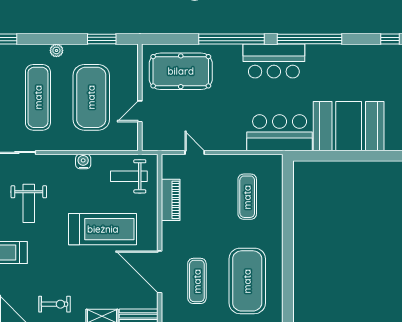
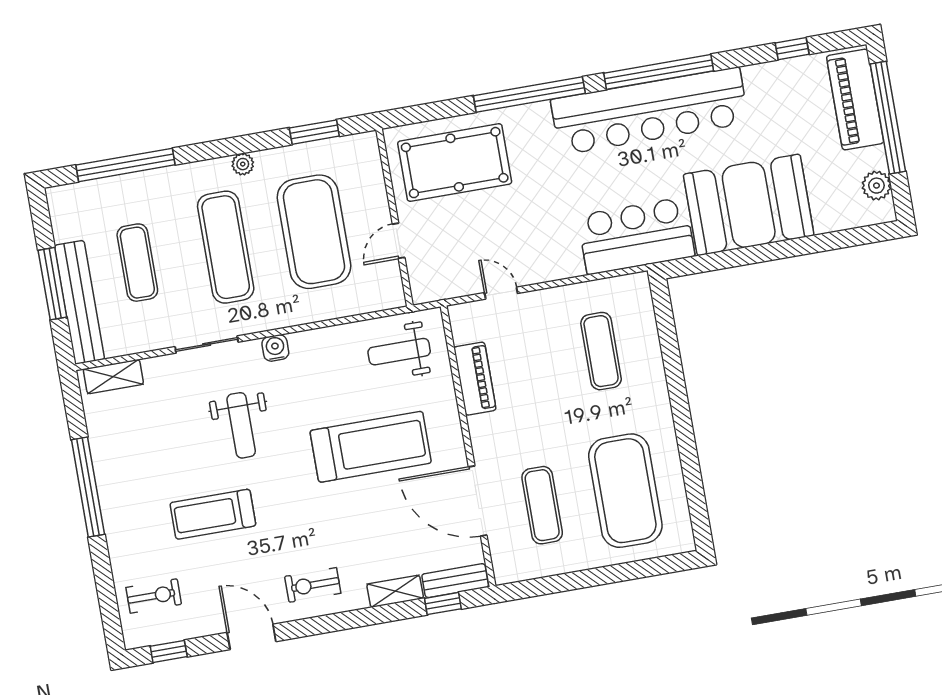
bar counter: (274, 61) -> (650, 111), width x1.86
water cooler: (83, 162) -> (275, 348), moved
exercise bike: (54, 304) -> (313, 585), turned 180

